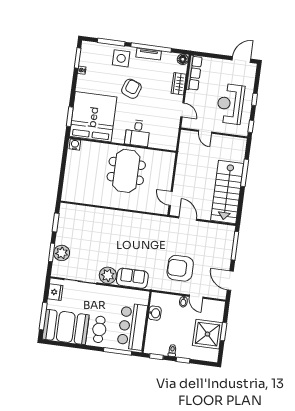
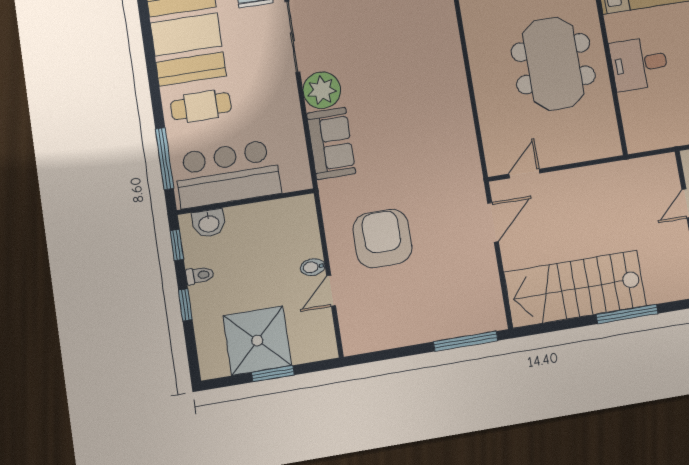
meeting table: (126, 171) -> (553, 64), turned 90
door: (230, 281) -> (388, 354), removed
washbasin: (155, 313) -> (209, 223), moved

